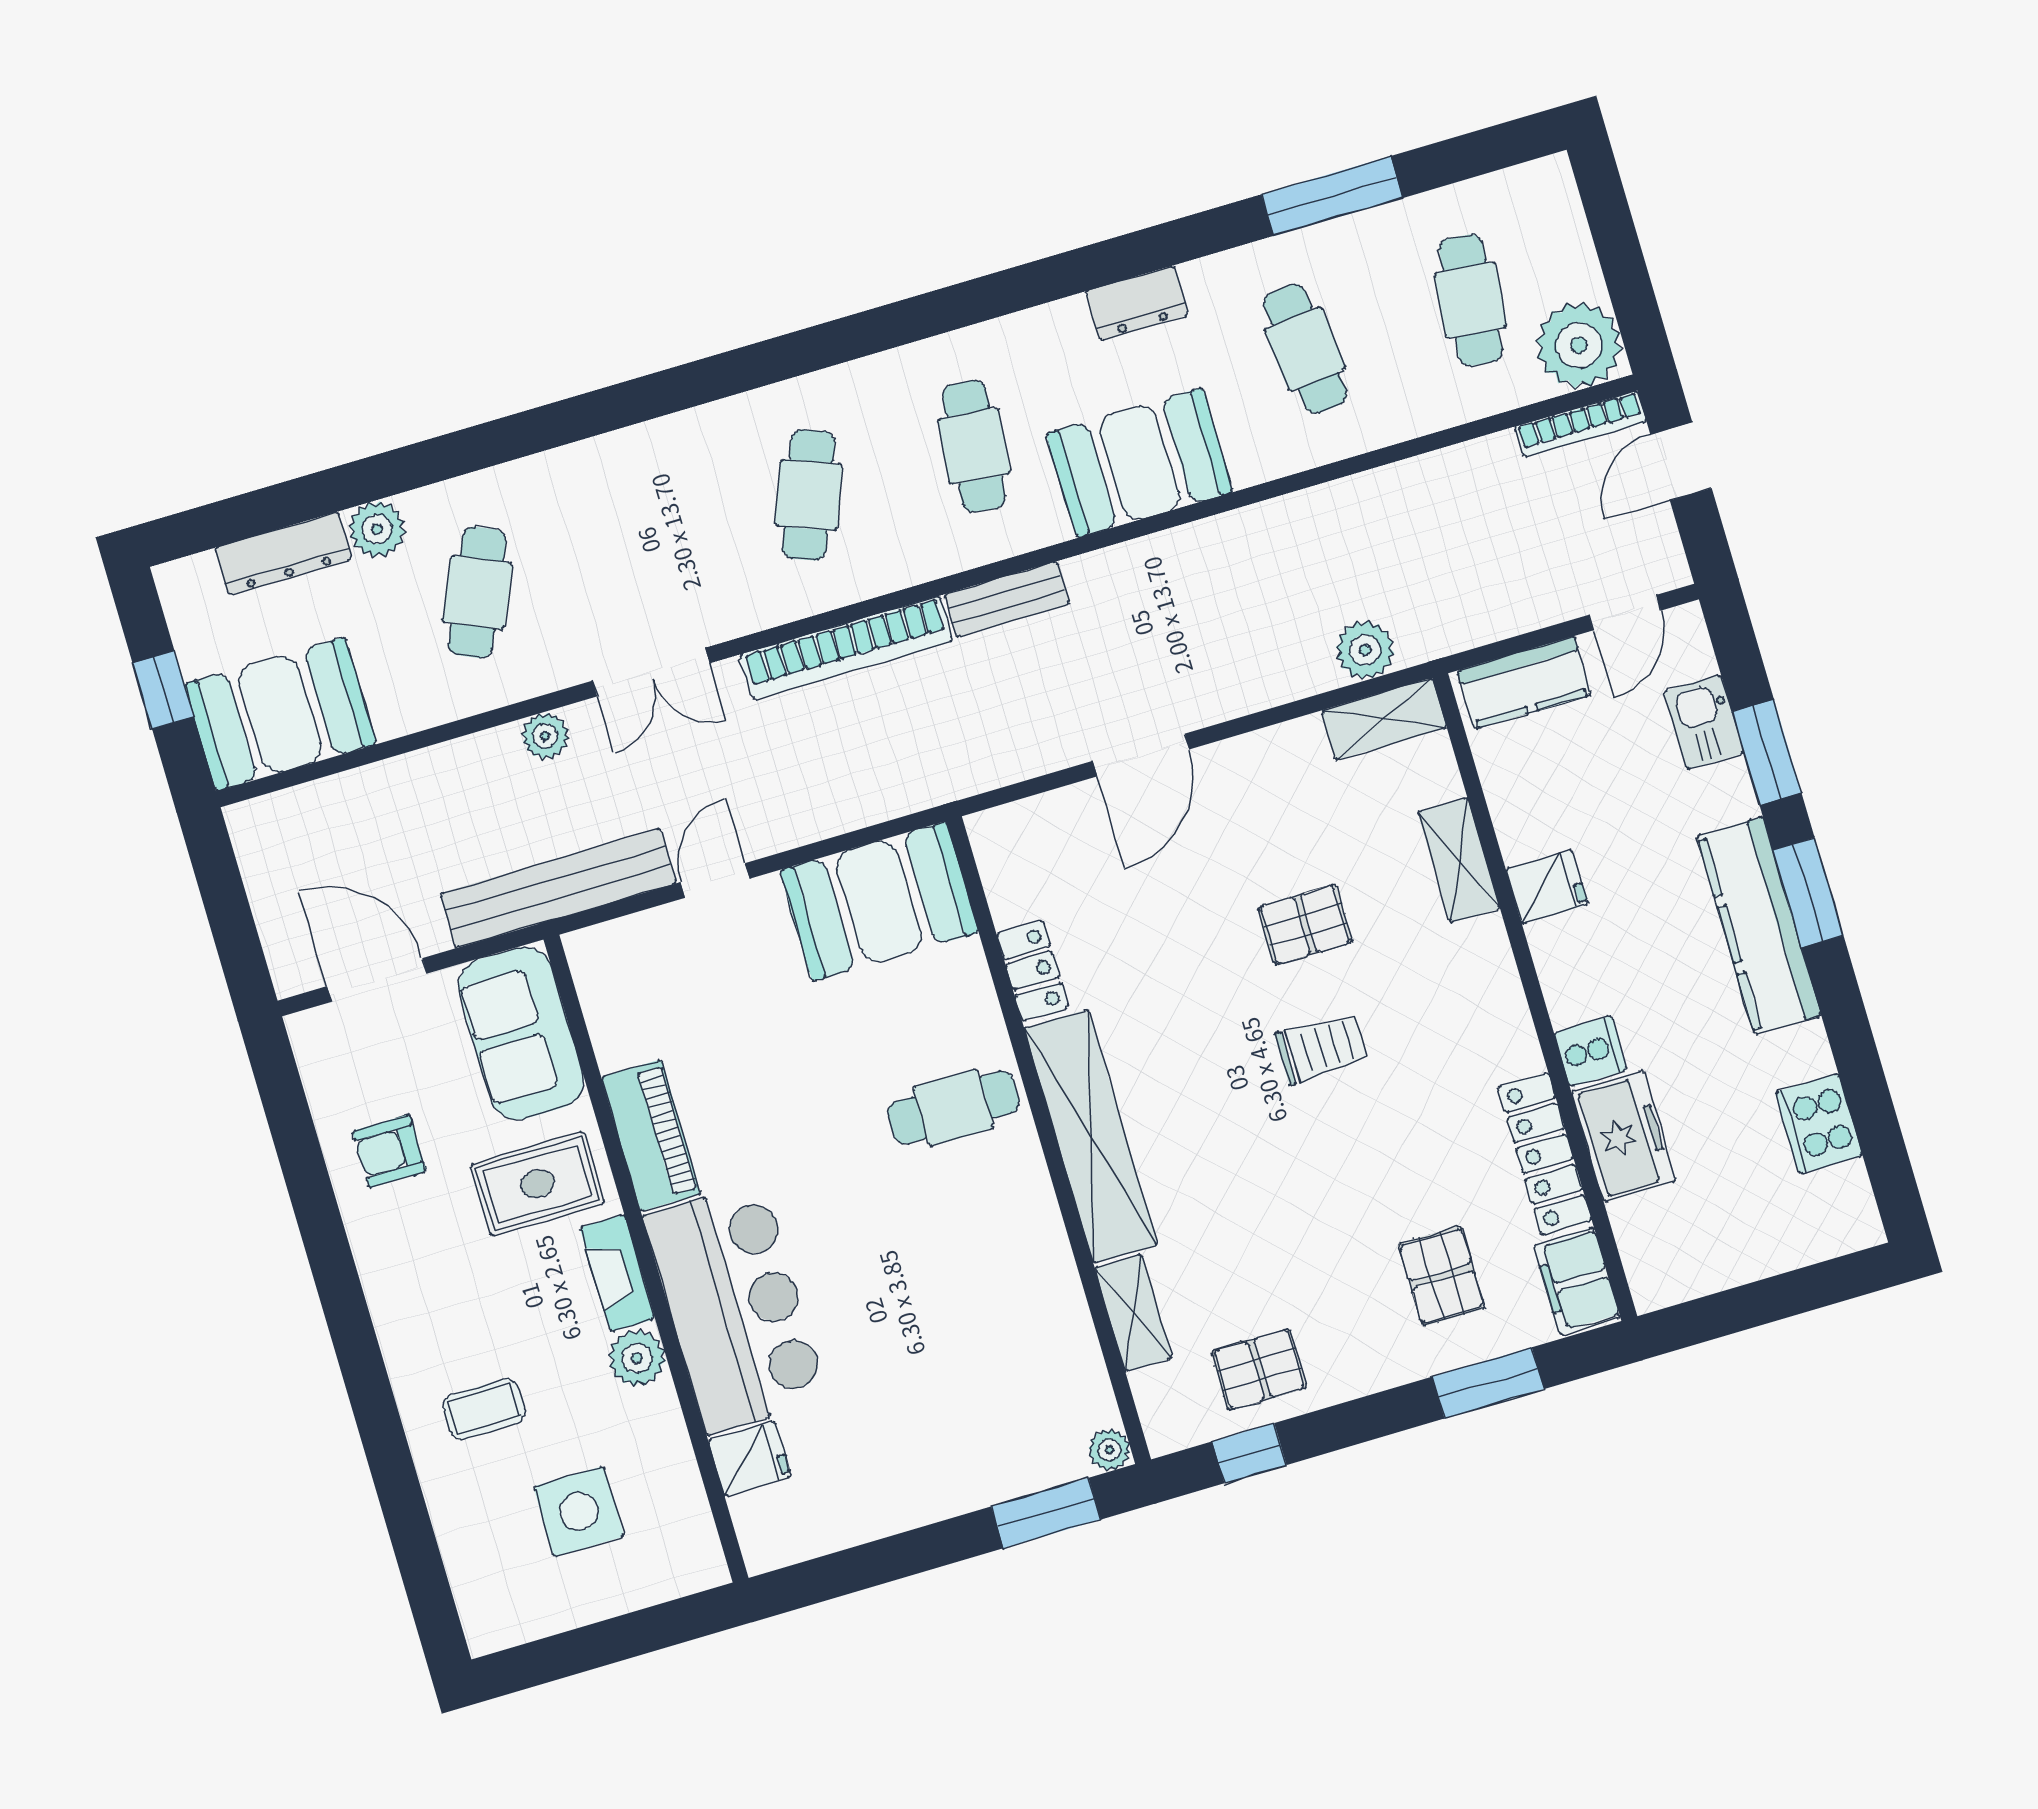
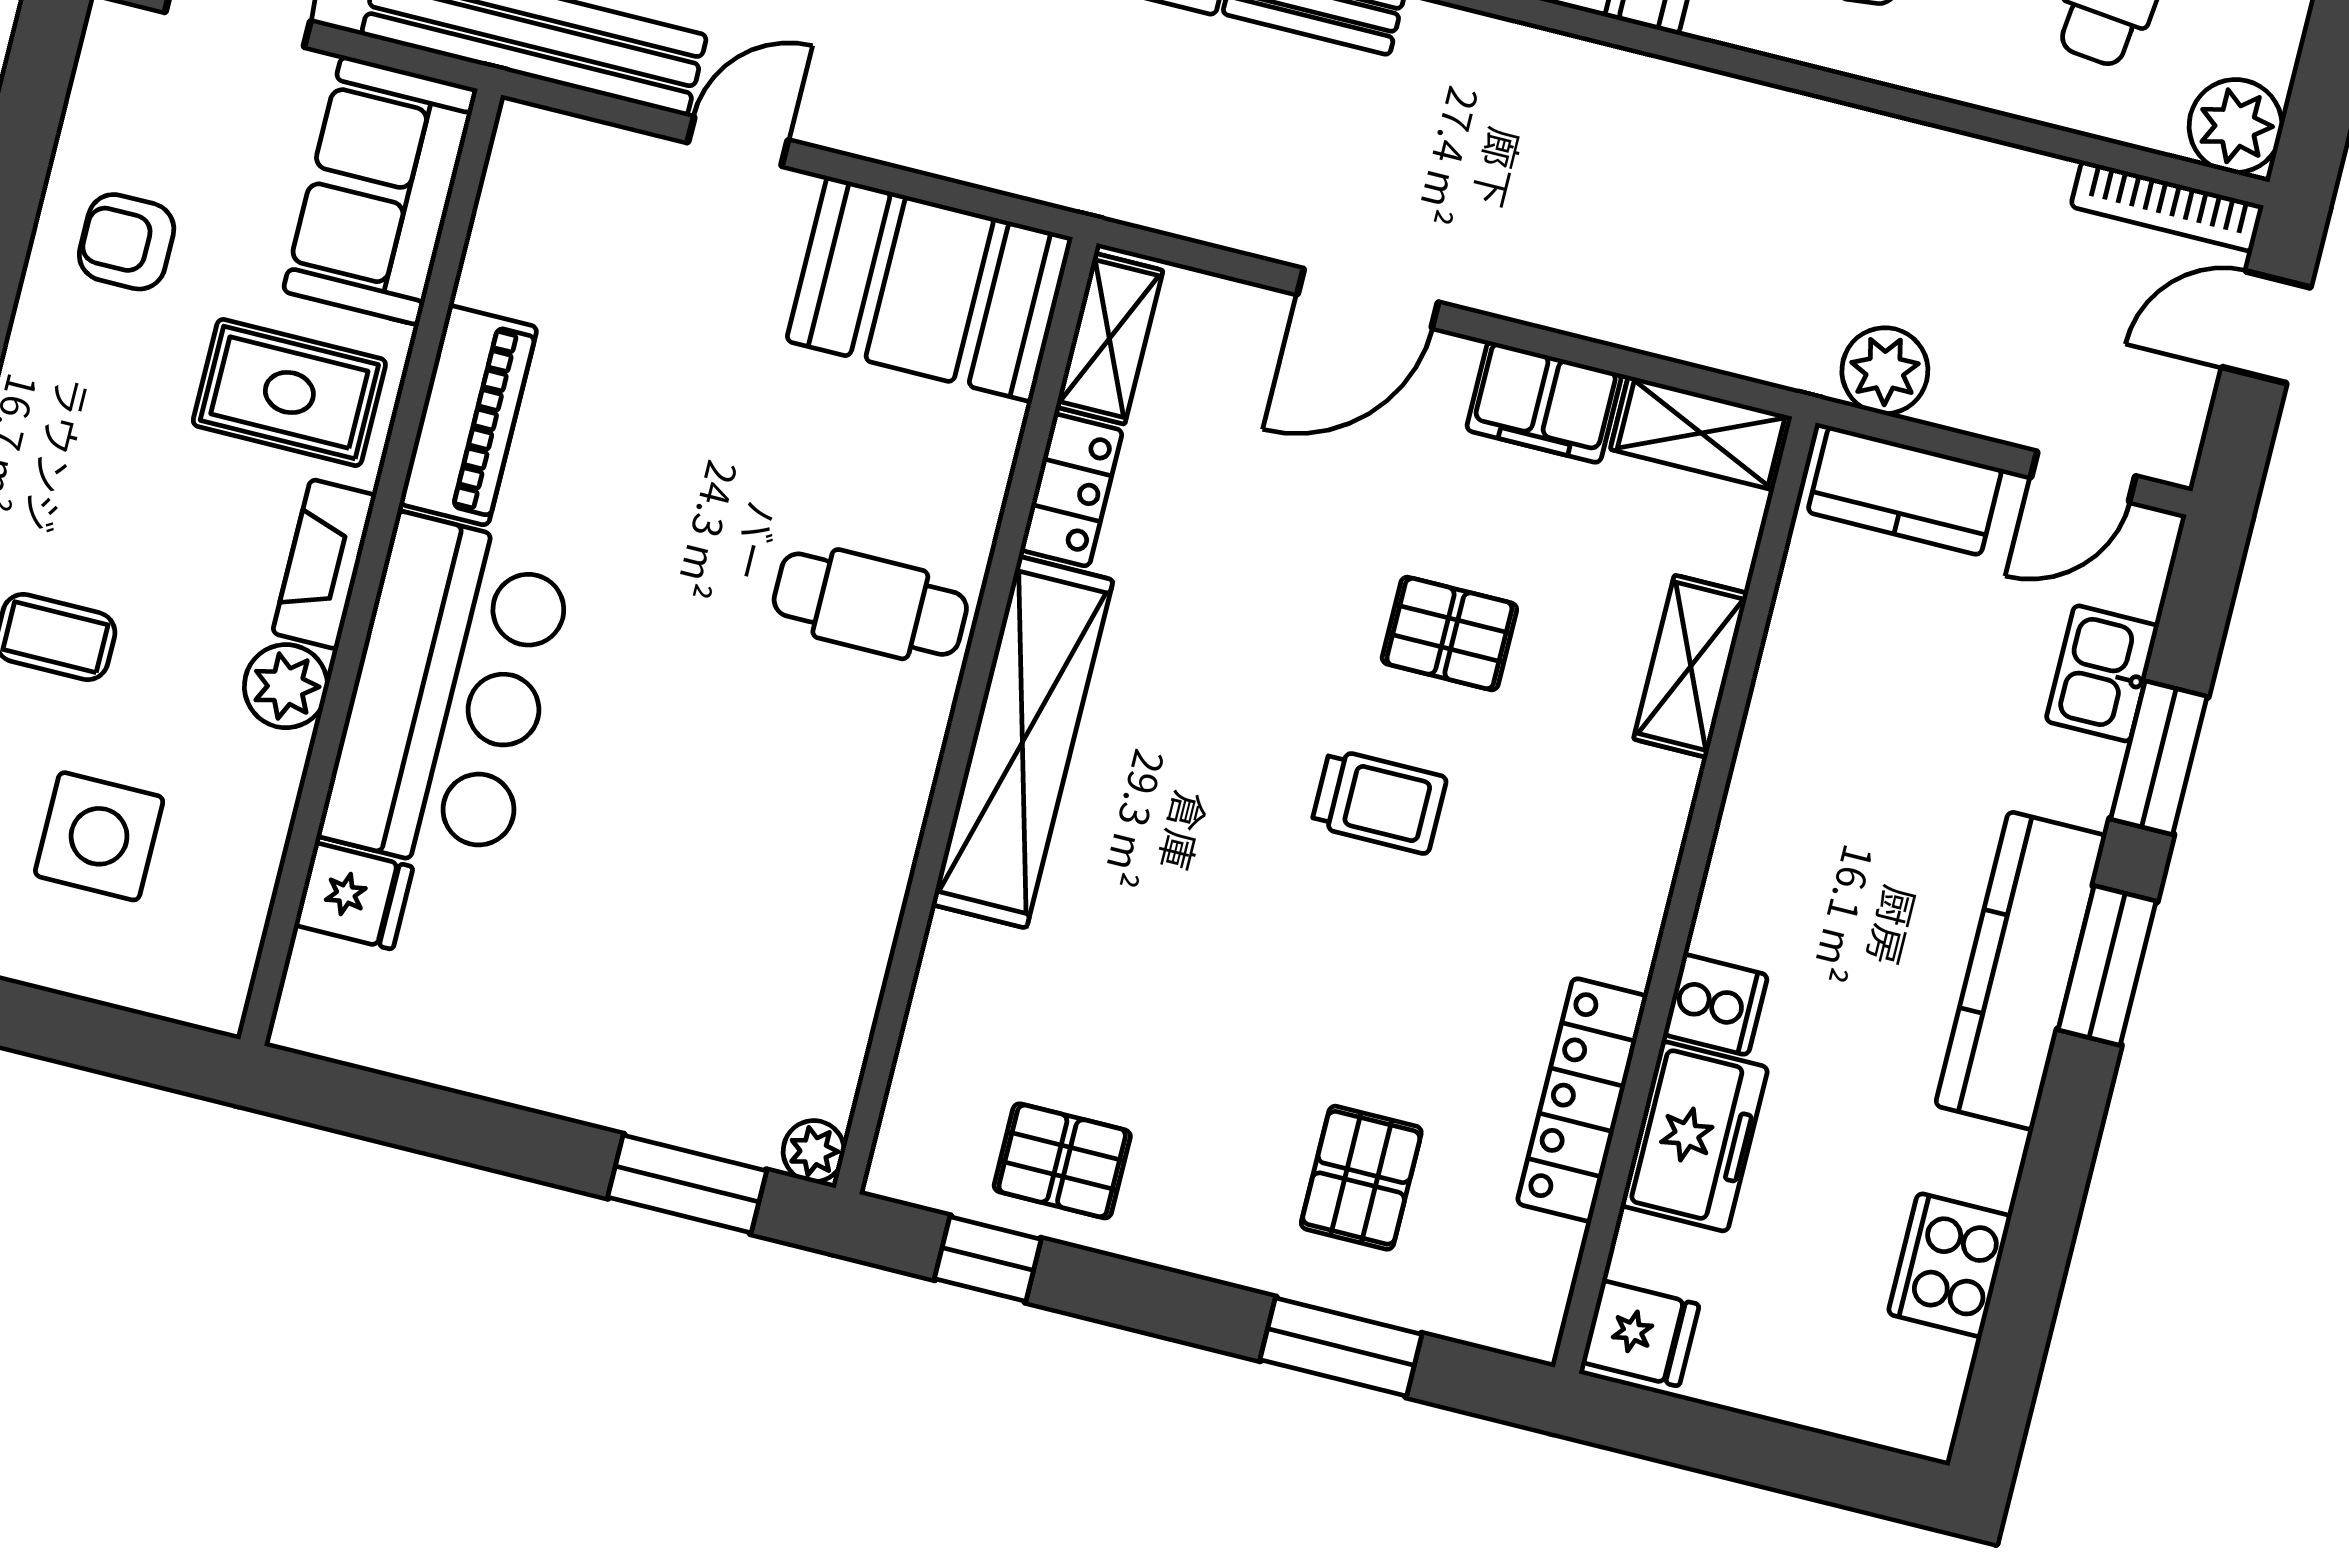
plant: (1579, 345) -> (2236, 126), width x0.73, depth x0.73
plant: (1365, 650) -> (1885, 371), moved
fridge: (1547, 887) -> (1640, 1333), moved
filing cabinet: (1577, 1281) -> (1544, 402), moved, turned -90
shelving: (1133, 1313) -> (1109, 339), moved

